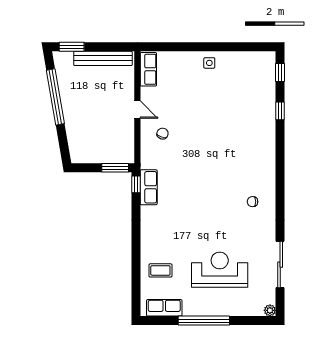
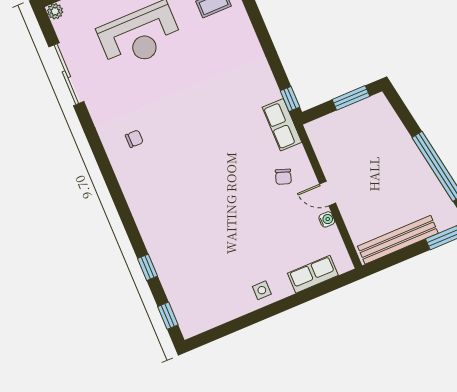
row of seats: (148, 69) -> (313, 274), moved, turned 90
water cooler: (145, 92) -> (327, 219), added
window: (115, 168) -> (351, 98), moved
row of seats: (149, 187) -> (282, 125), moved

